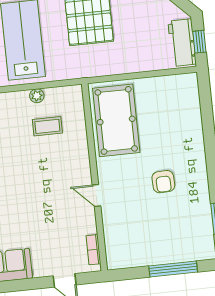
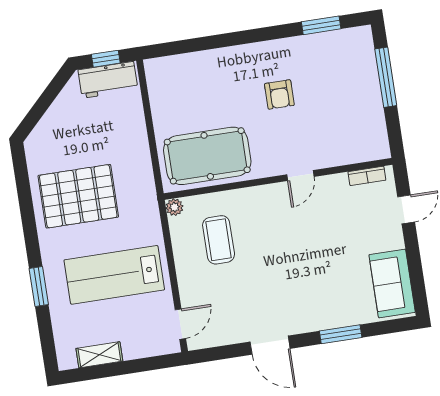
plant: (37, 96) -> (174, 207), moved
coffee table: (47, 126) -> (219, 240), width x1.36, depth x1.30
armchair: (163, 182) -> (279, 94), turned 92

